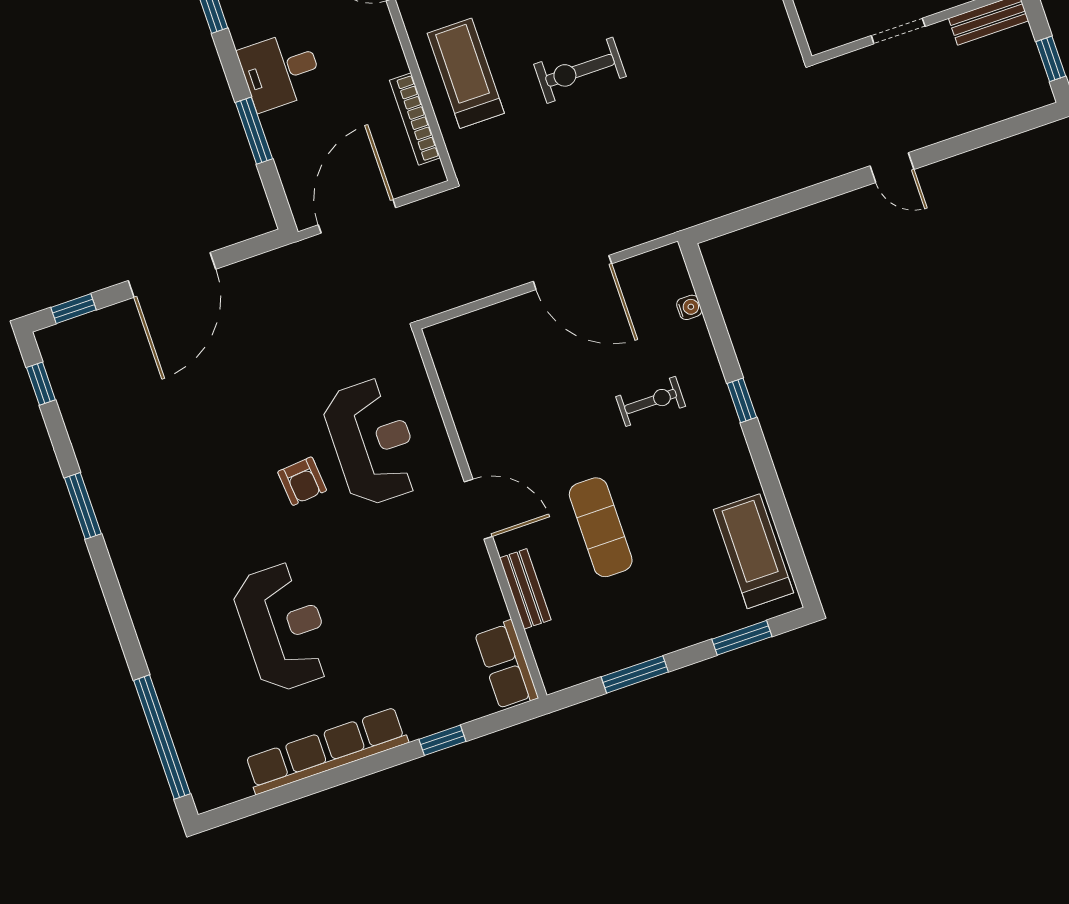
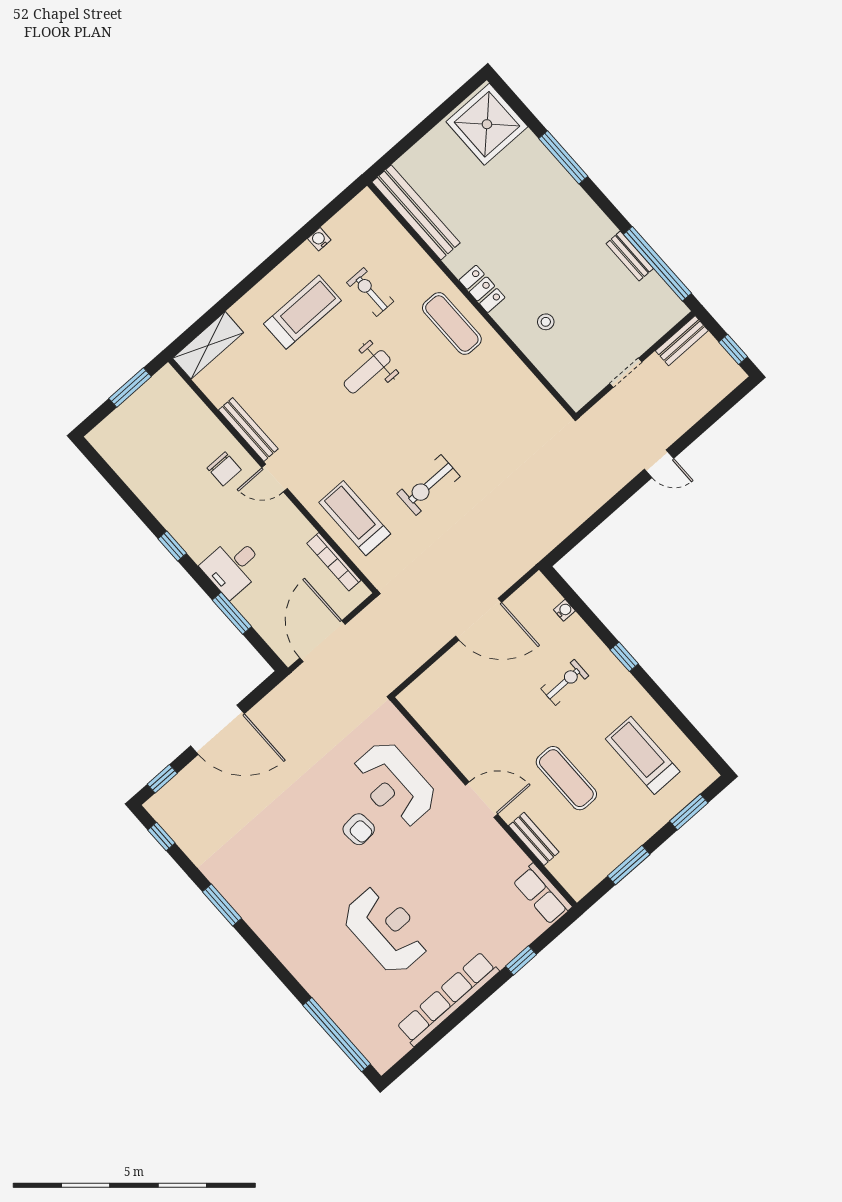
door: (172, 275) -> (217, 730), hinge flipped
reception desk: (373, 442) -> (394, 784), turned 180
treadmill: (754, 551) -> (643, 755), moved

